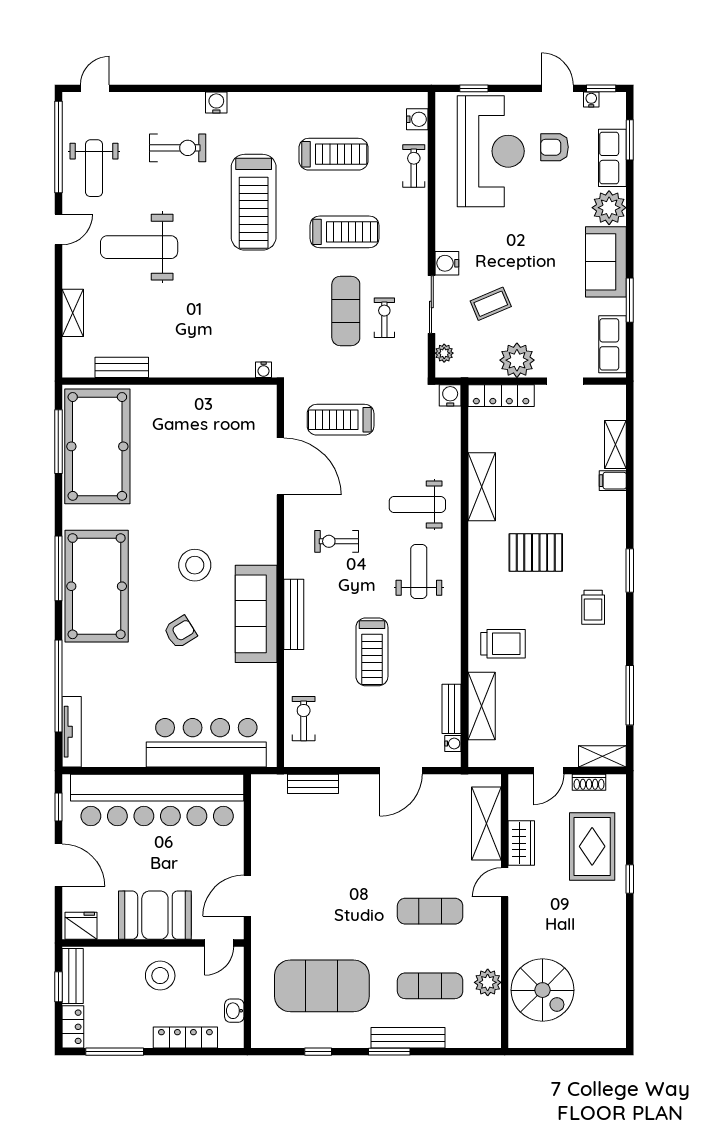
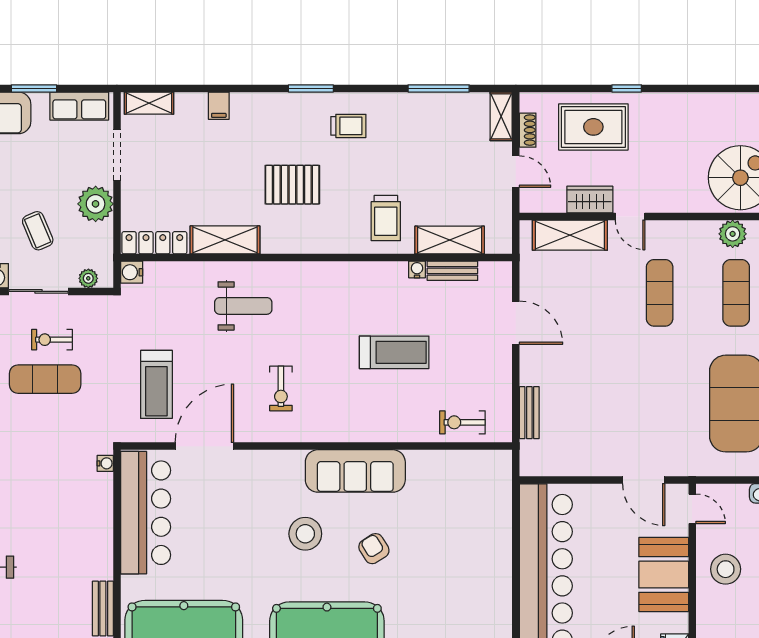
doorway: (565, 381) -> (117, 155), width x1.38
locker: (501, 396) -> (154, 243), moved, turned -90
shelving: (615, 445) -> (149, 103), moved
weight bench: (417, 504) -> (243, 306), turned -90
pallet: (536, 552) -> (292, 185), turned 90
weight bench: (419, 571) -> (312, 304), removed
bench: (294, 614) -> (356, 432), removed
trolley: (503, 644) -> (386, 218), turned 180
bar counter: (206, 743) -> (146, 513), moved, turned 180
water cooler: (453, 743) -> (417, 269), moved

